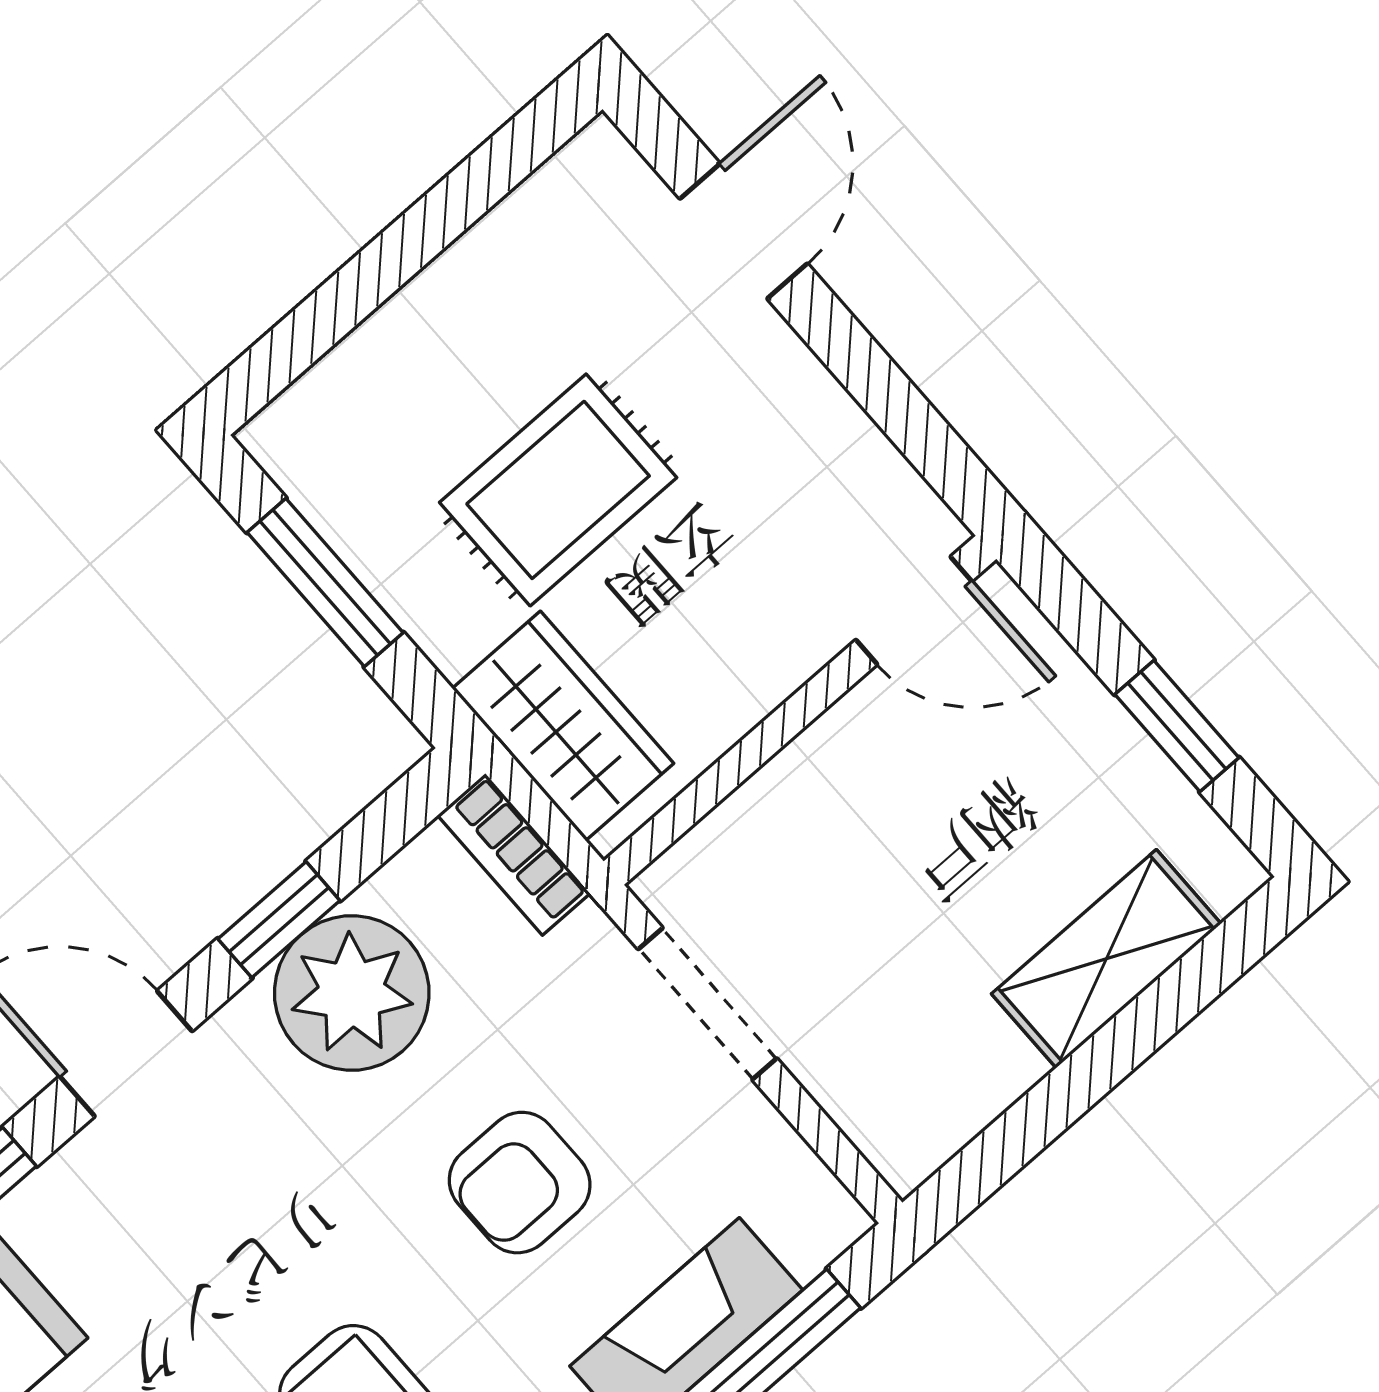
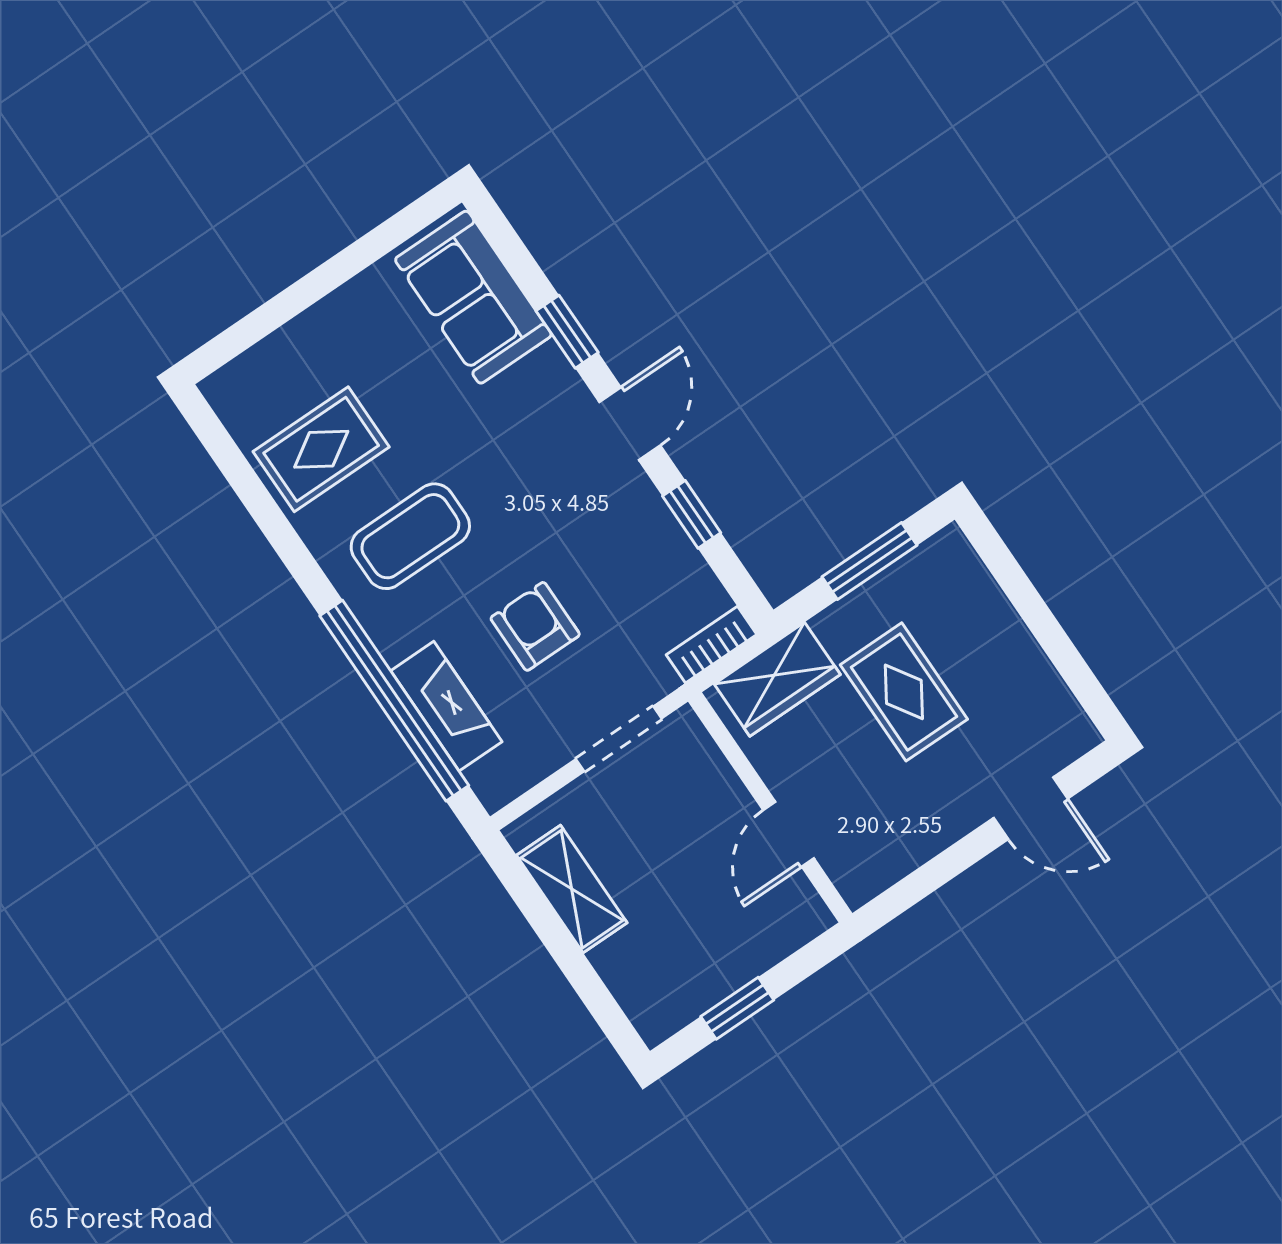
door: (914, 610) -> (789, 834), moved
shelving: (1106, 959) -> (572, 889), moved
plant: (352, 993) -> (648, 549), removed

